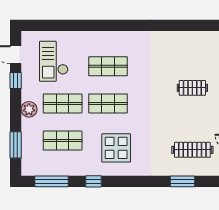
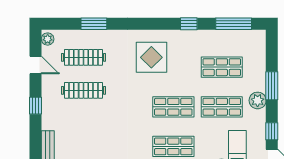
clothes rail: (192, 88) -> (83, 90), moved, width x1.36
window: (16, 145) -> (272, 86), moved
display table: (116, 148) -> (151, 57), moved

